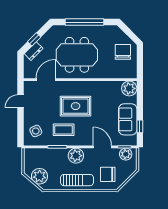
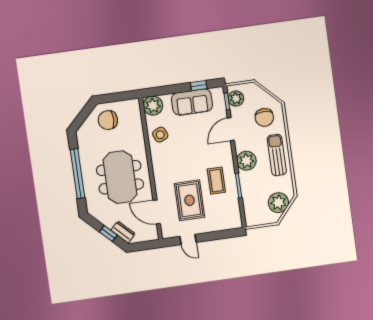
rug: (76, 106) -> (189, 200), moved
side table: (36, 131) -> (160, 135), moved

